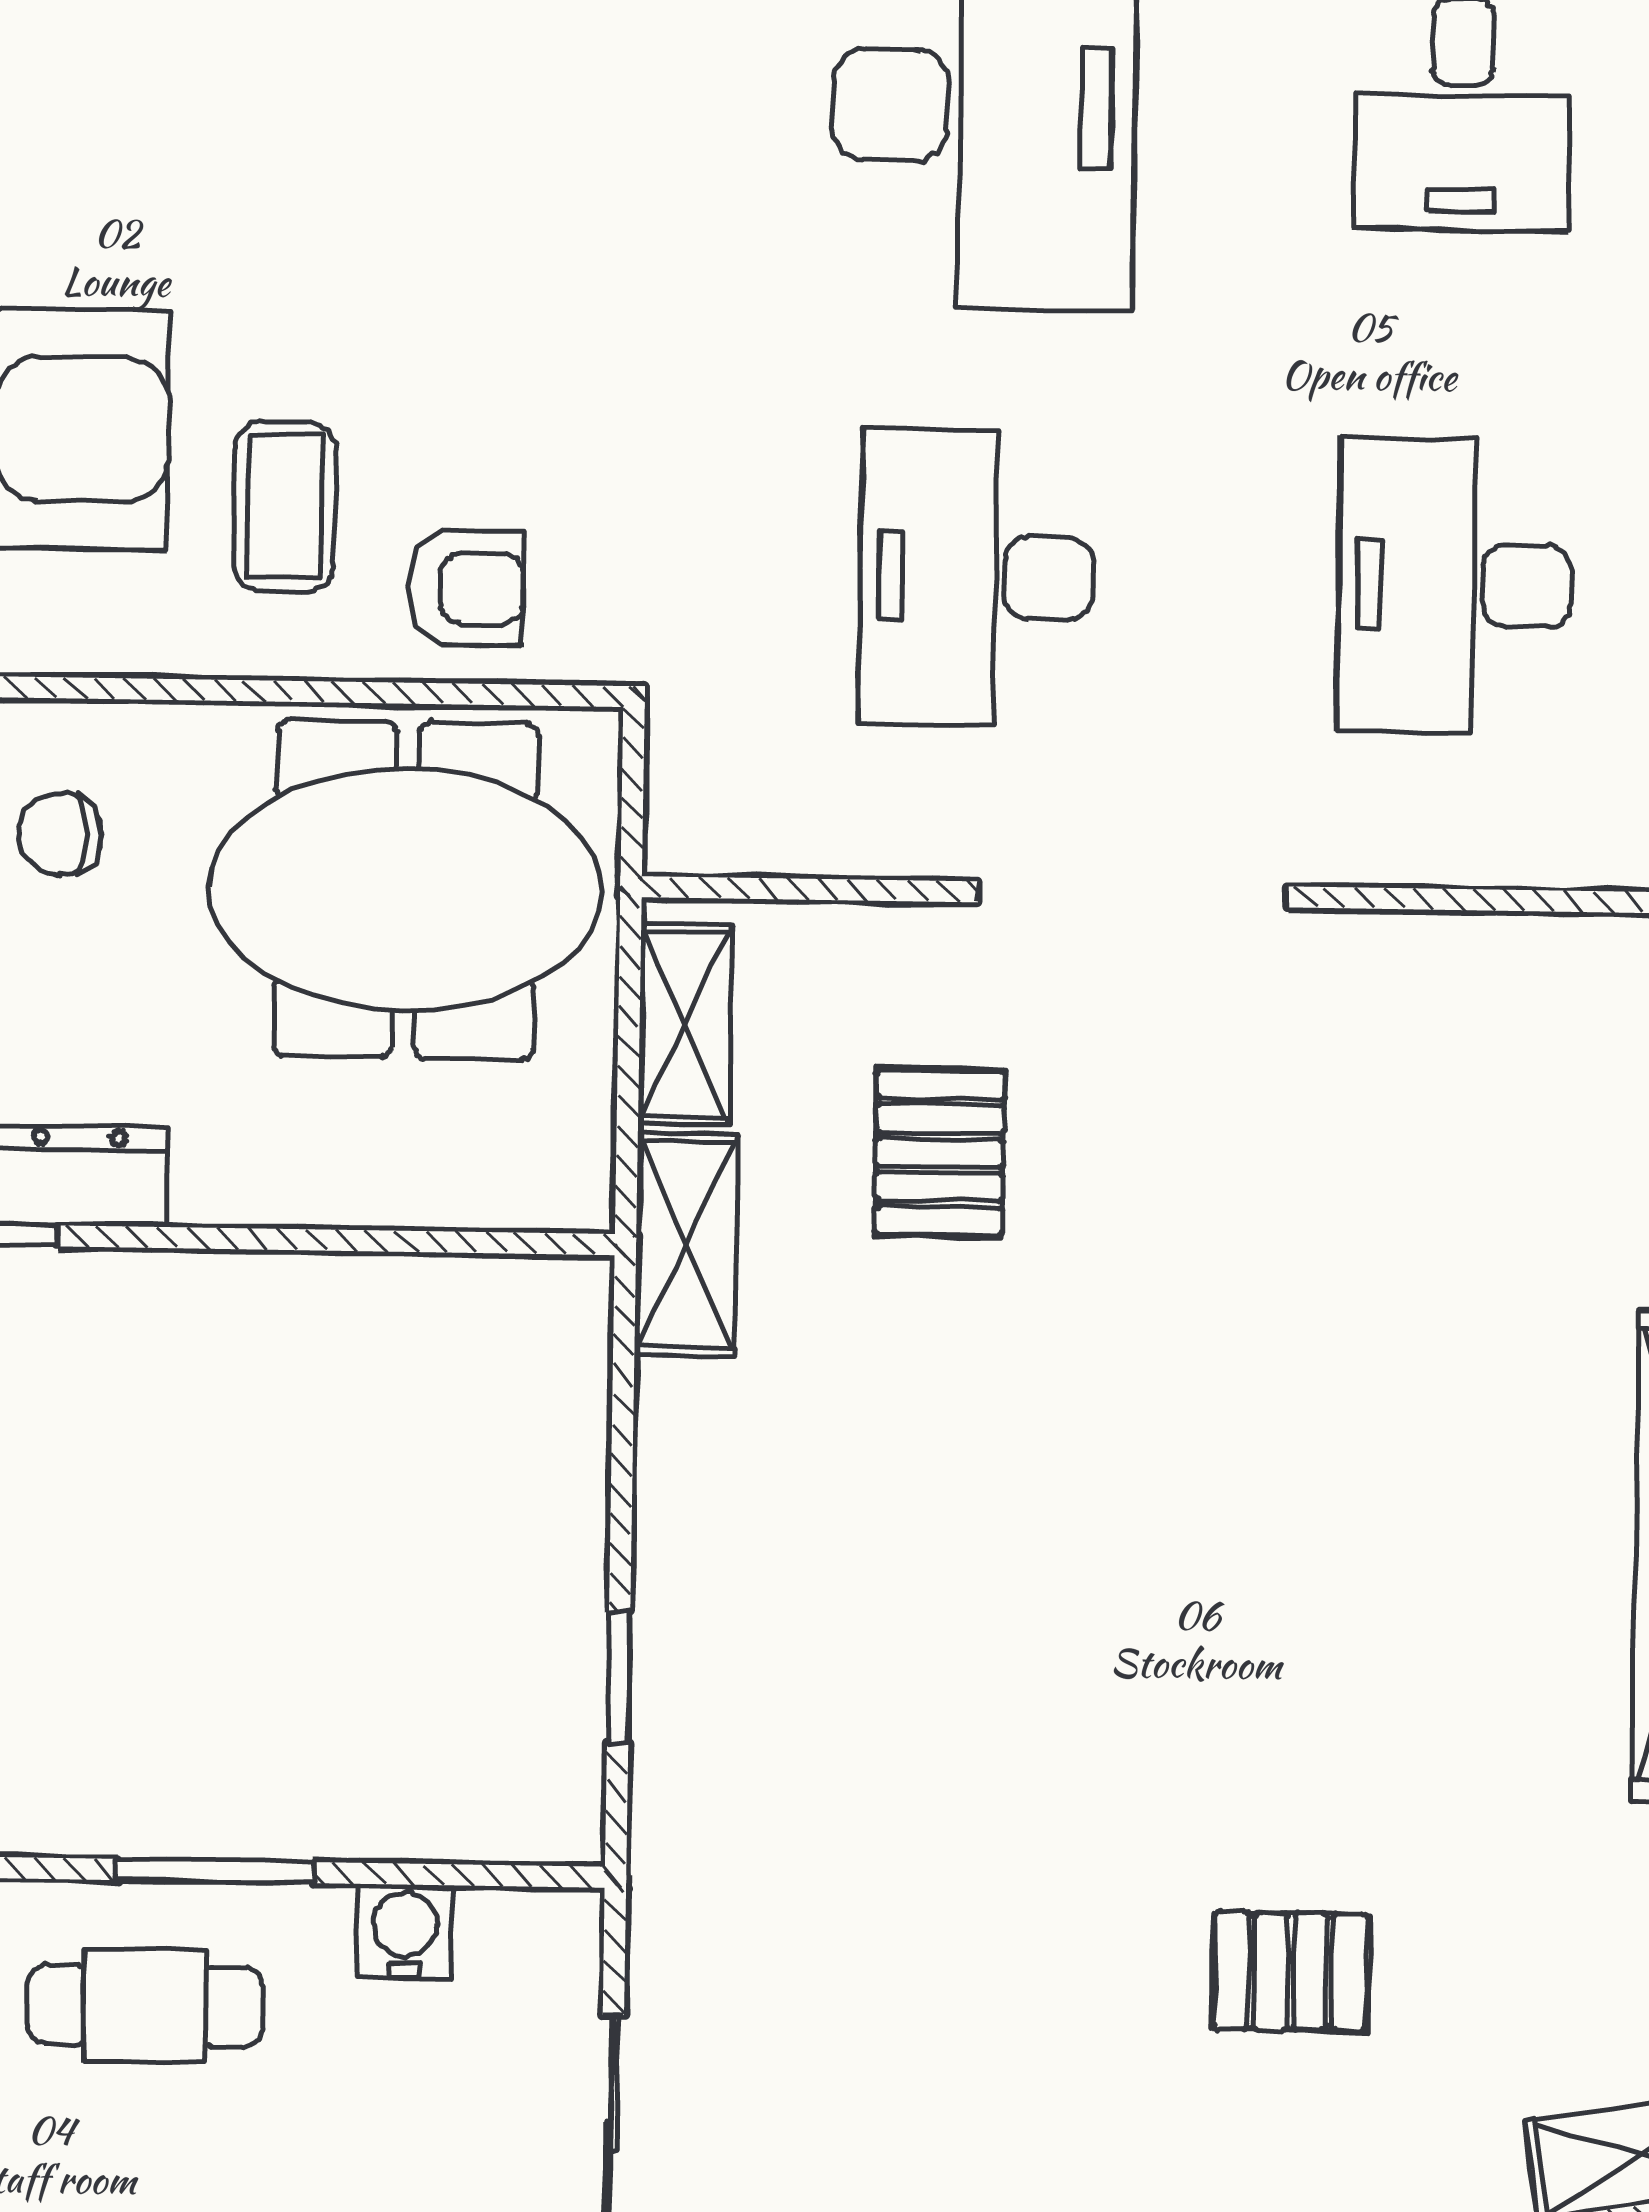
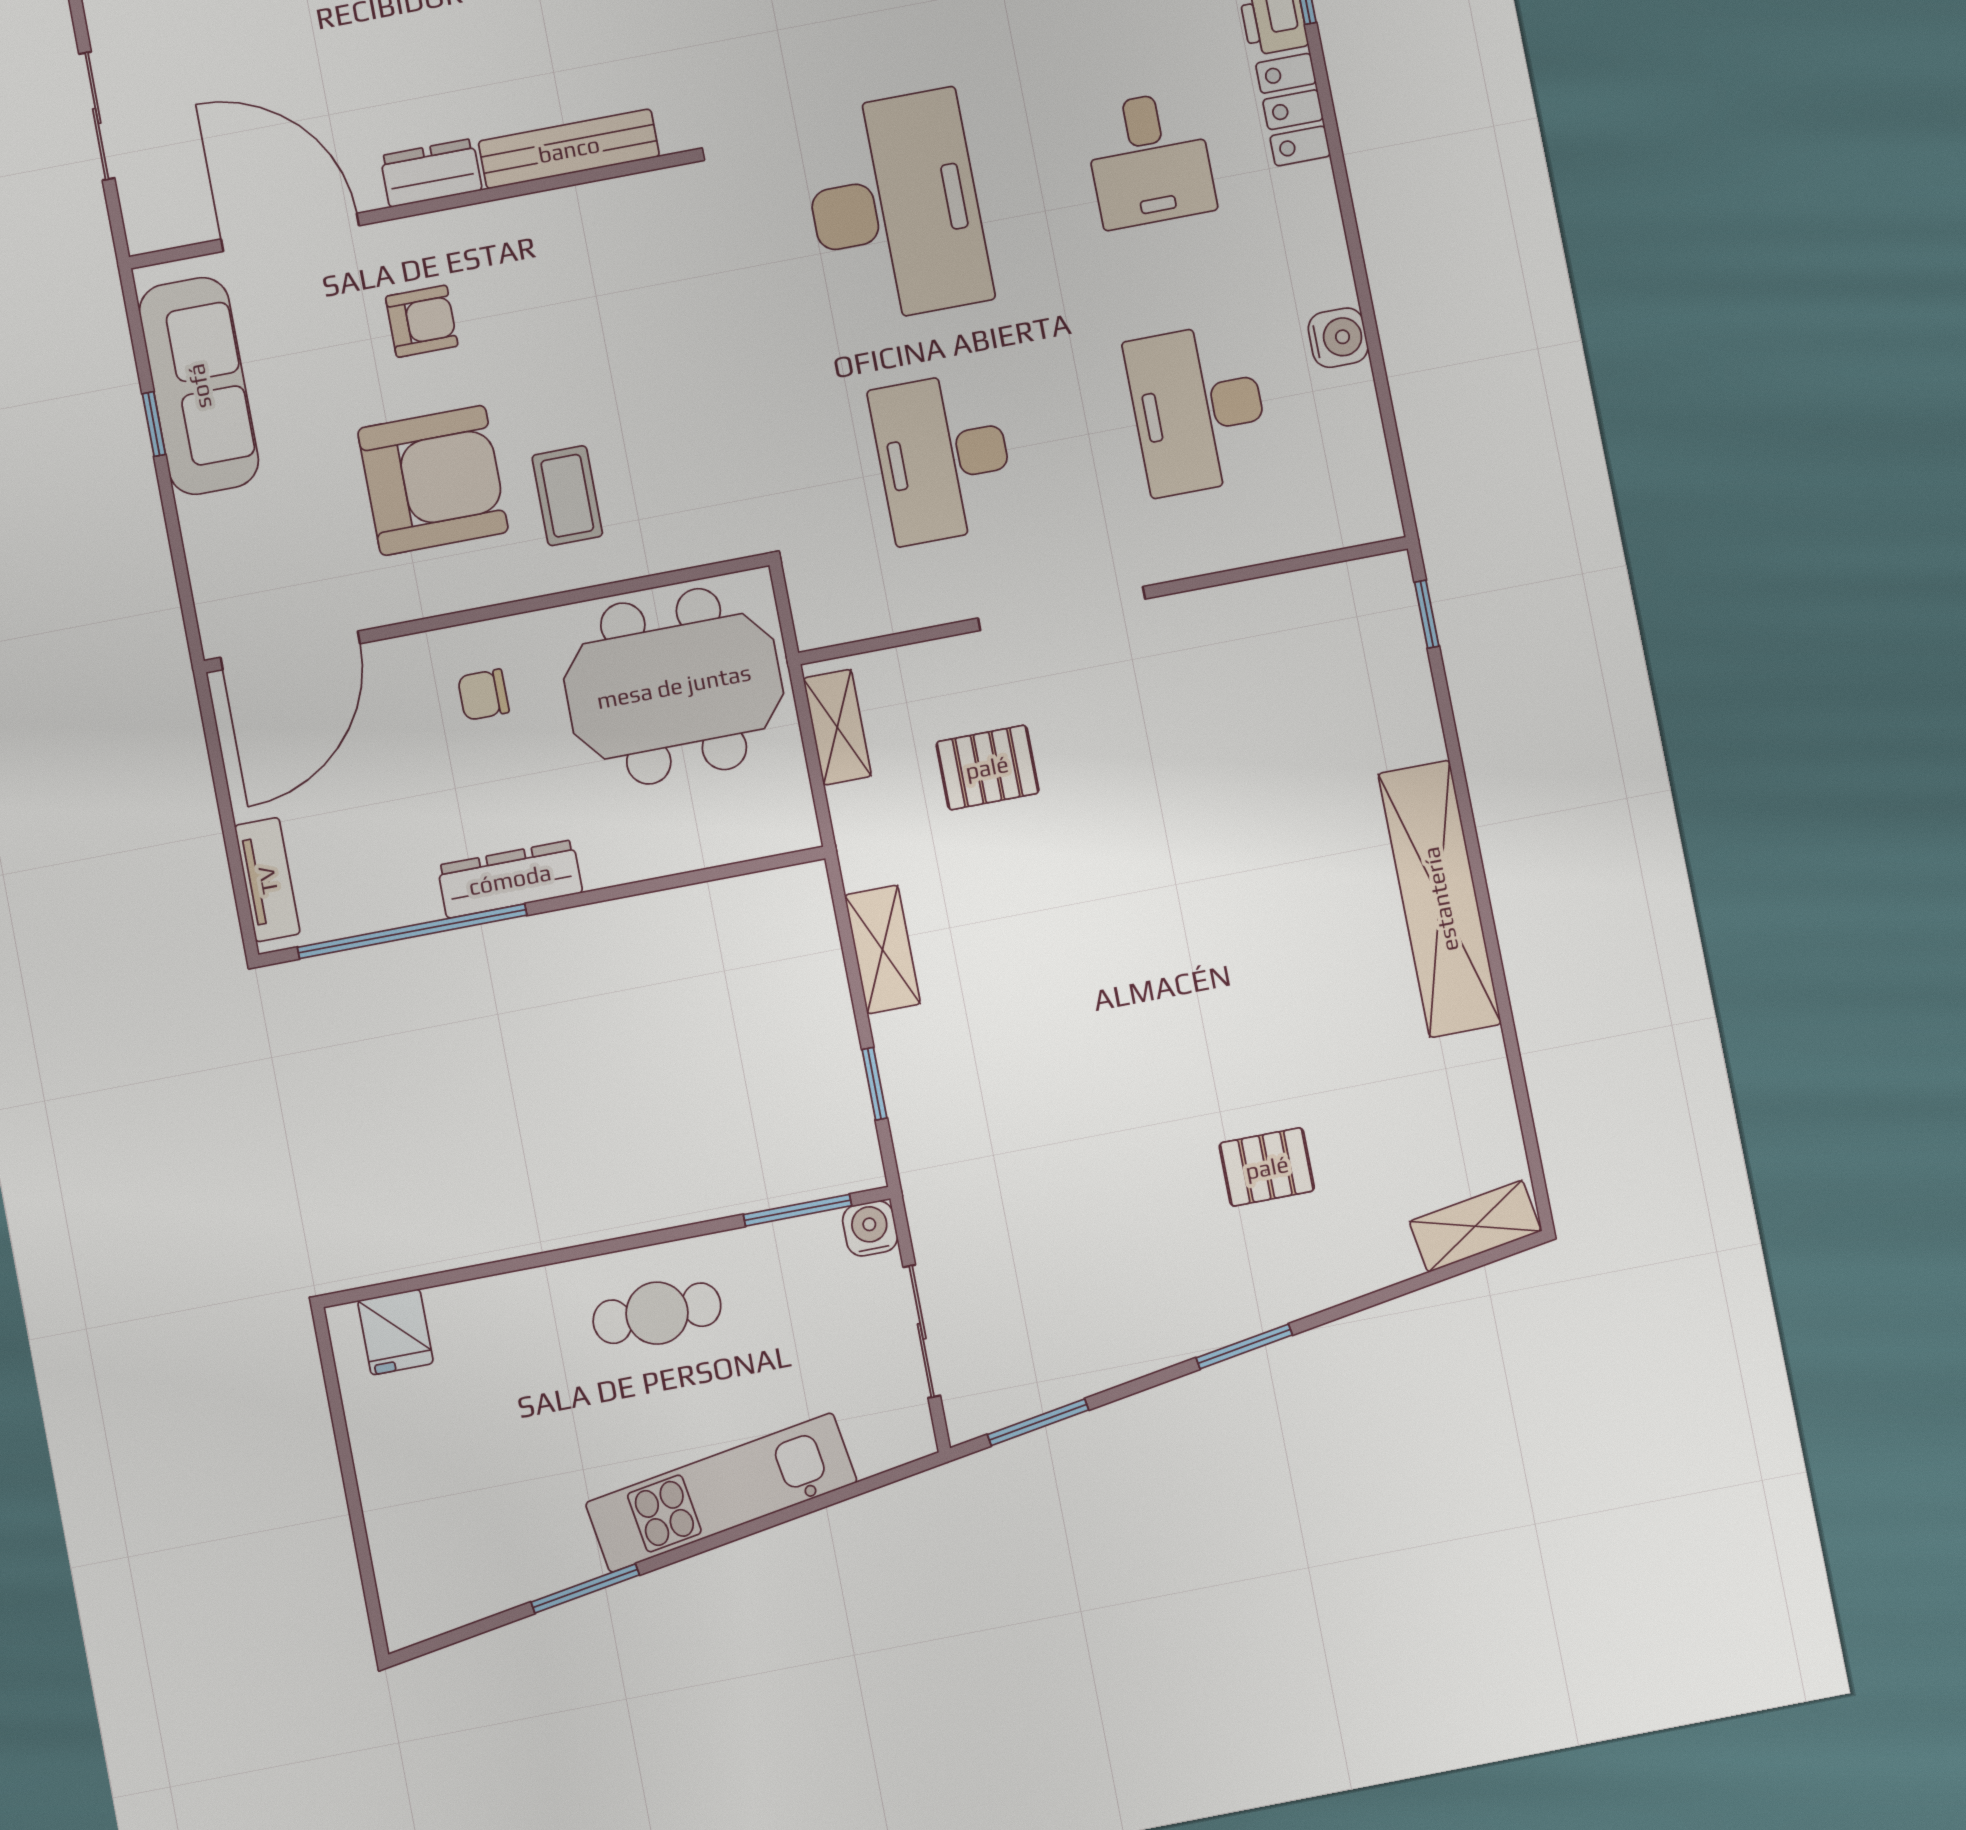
armchair: (466, 588) -> (422, 321), moved
pallet: (940, 1153) -> (987, 767), turned 90
shelving: (686, 1244) -> (882, 949), moved
window: (216, 1871) -> (798, 1210), moved
water cooler: (405, 1931) -> (870, 1228), moved

